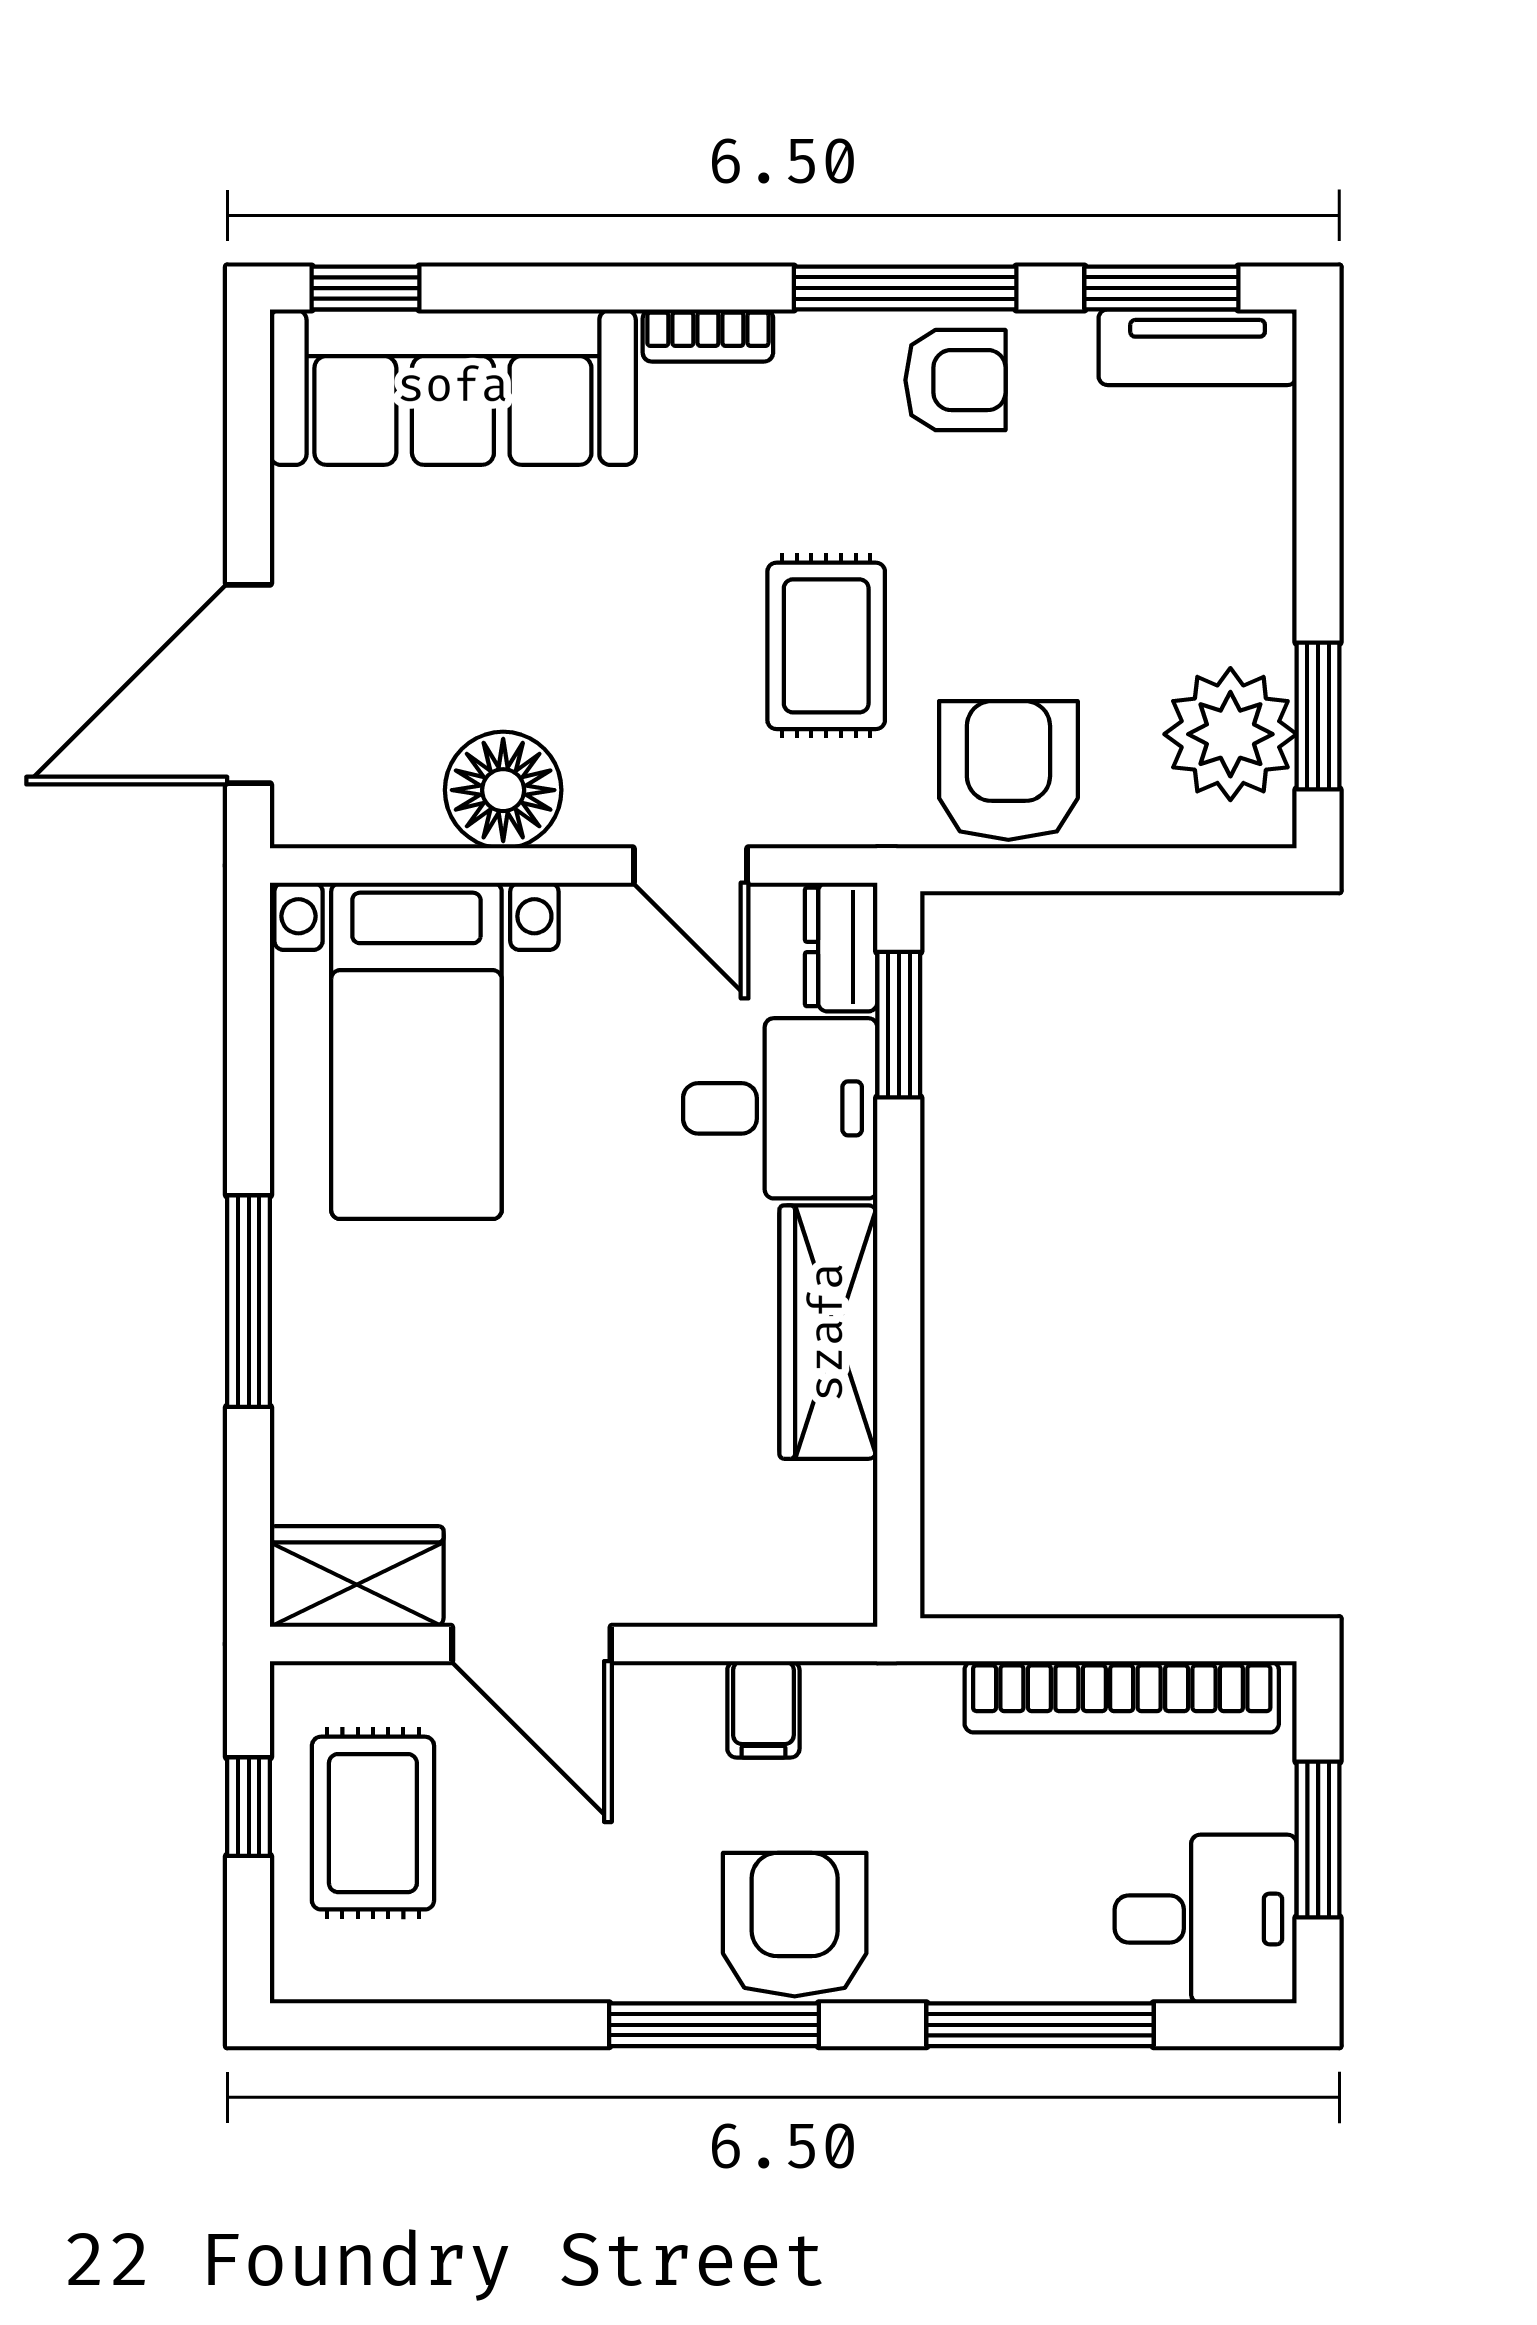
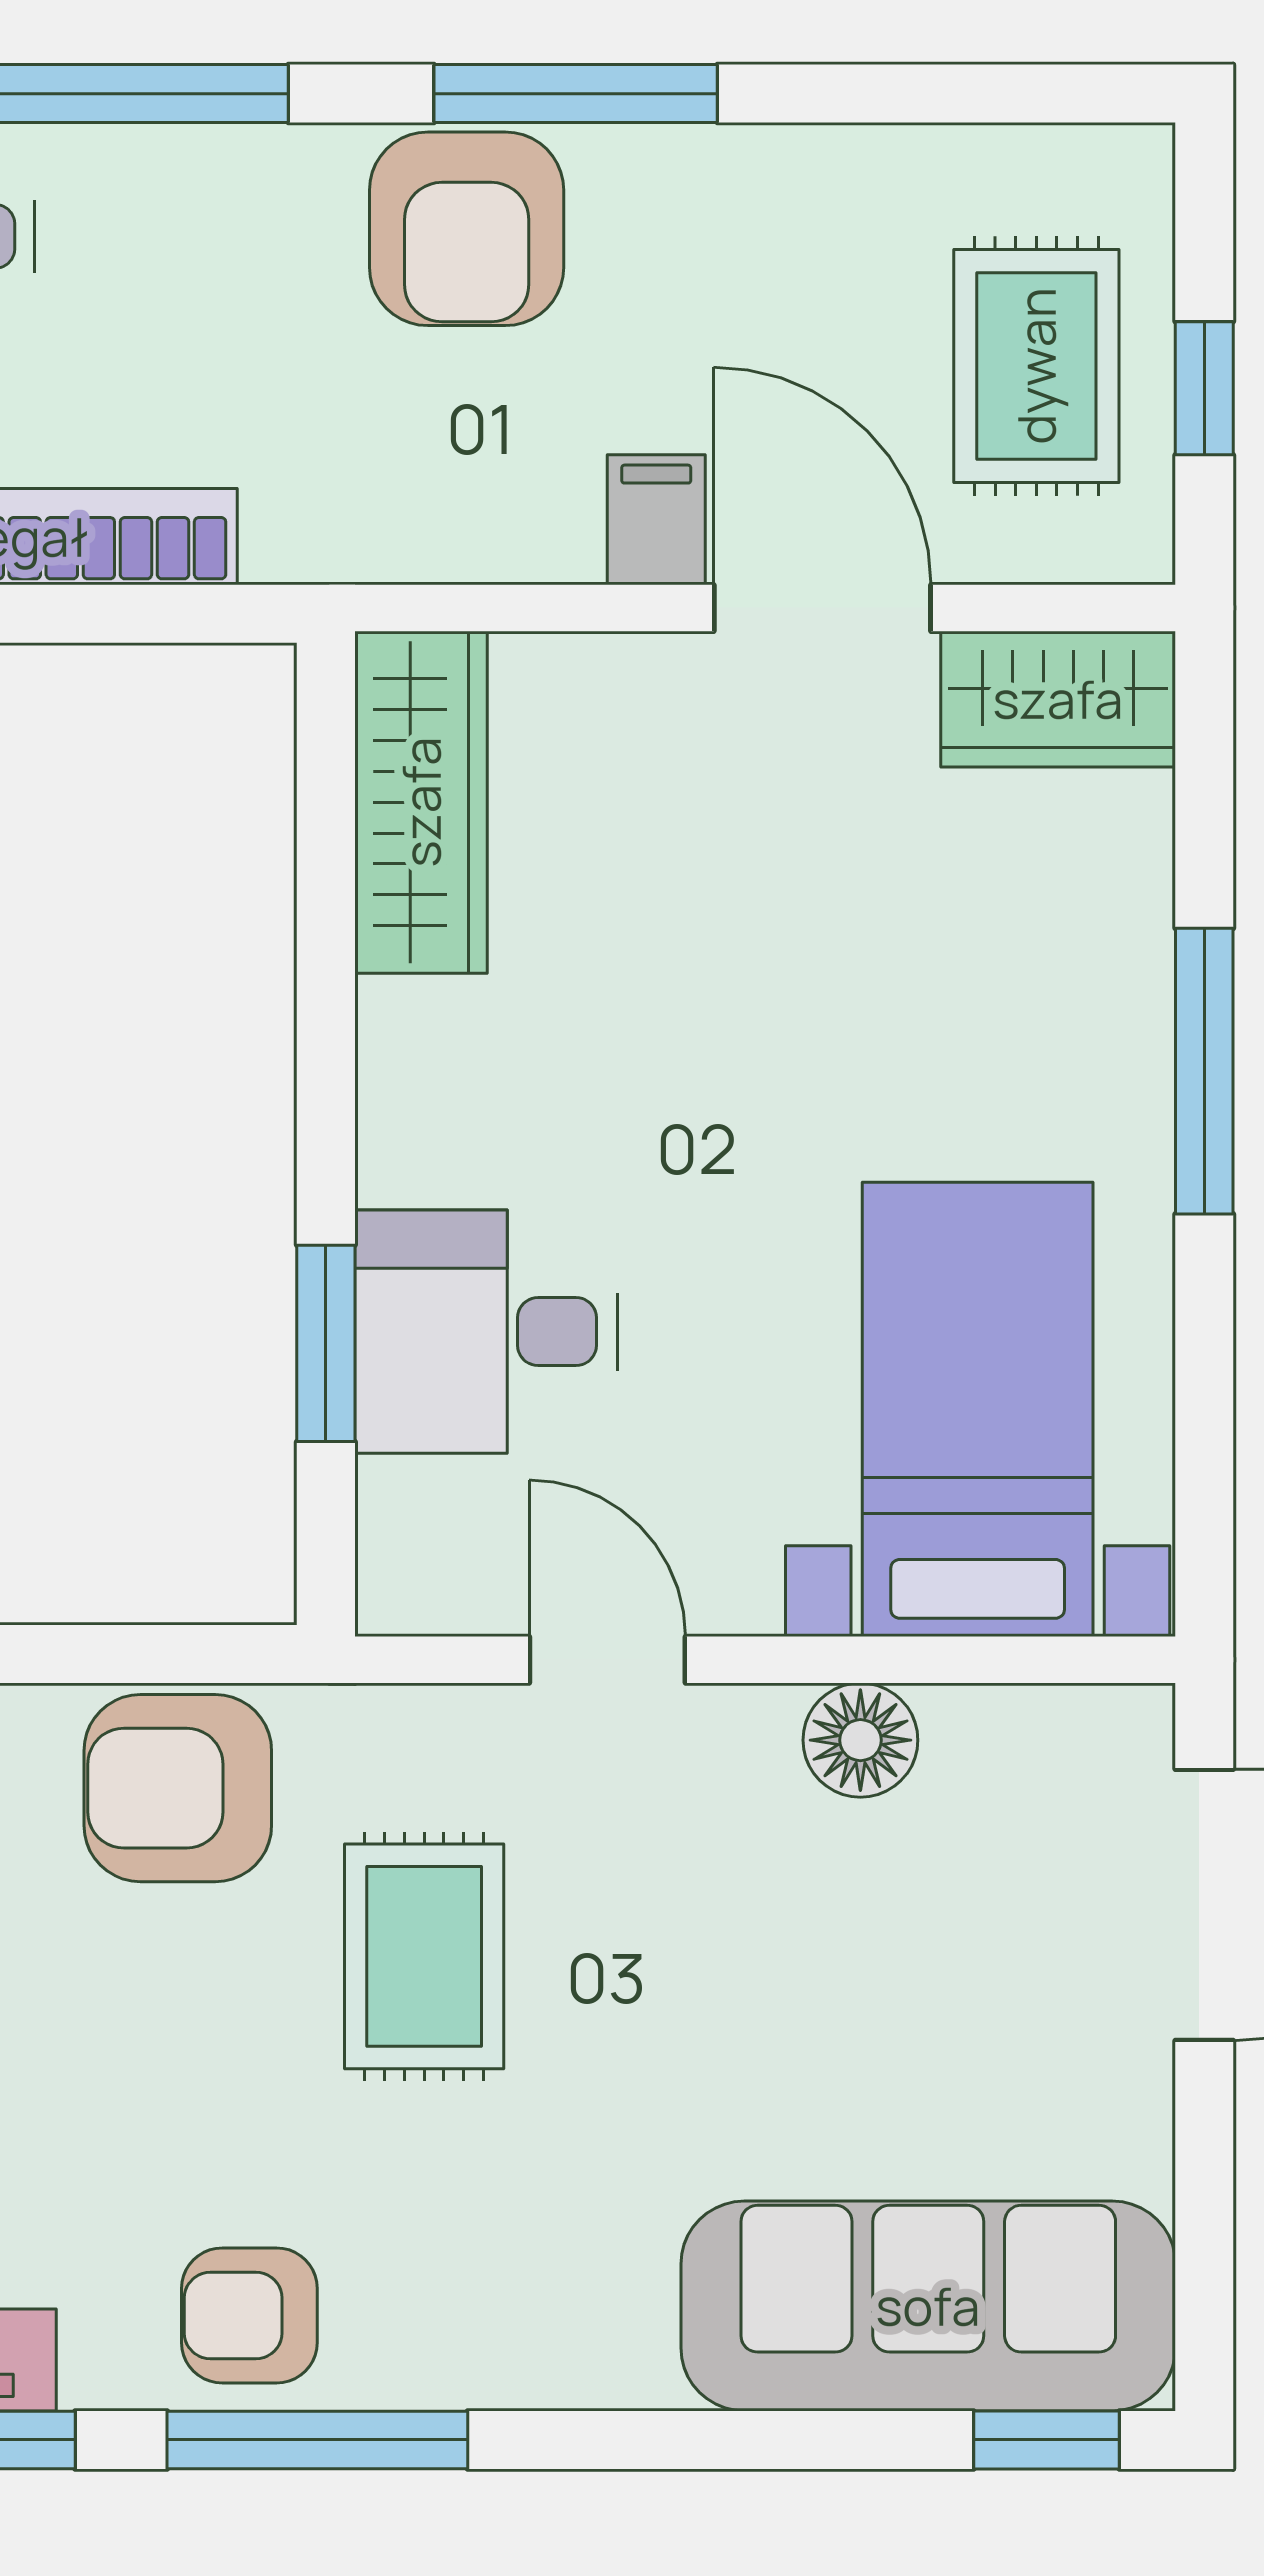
bookcase: (708, 335) -> (584, 2376), removed
armchair: (1008, 770) -> (178, 1788), turned 90
floor lamp: (503, 790) -> (860, 1740), width x0.73, depth x0.73
dresser: (841, 947) -> (404, 1550), removed
window: (899, 1025) -> (326, 1343), moved
wardrobe: (828, 1332) -> (421, 802), moved
filing cabinet: (763, 1709) -> (656, 520), moved

